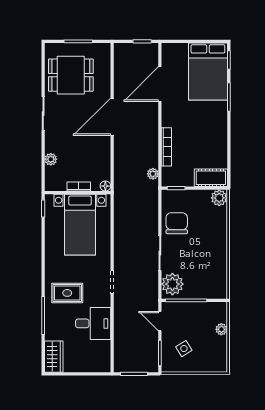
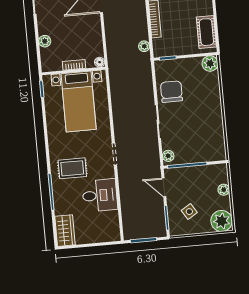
cot: (211, 178) -> (206, 32), moved, turned 90
plant: (172, 284) -> (168, 156), width x0.53, depth x0.53
plant: (216, 361) -> (222, 221), added

